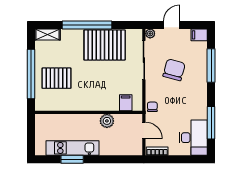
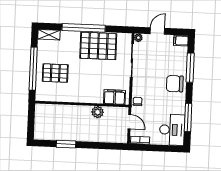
chair: (174, 70) -> (175, 84), moved, turned -105
filing cabinet: (126, 103) -> (115, 97), width x2.00
kitchen unit: (72, 148) -> (67, 134), removed

